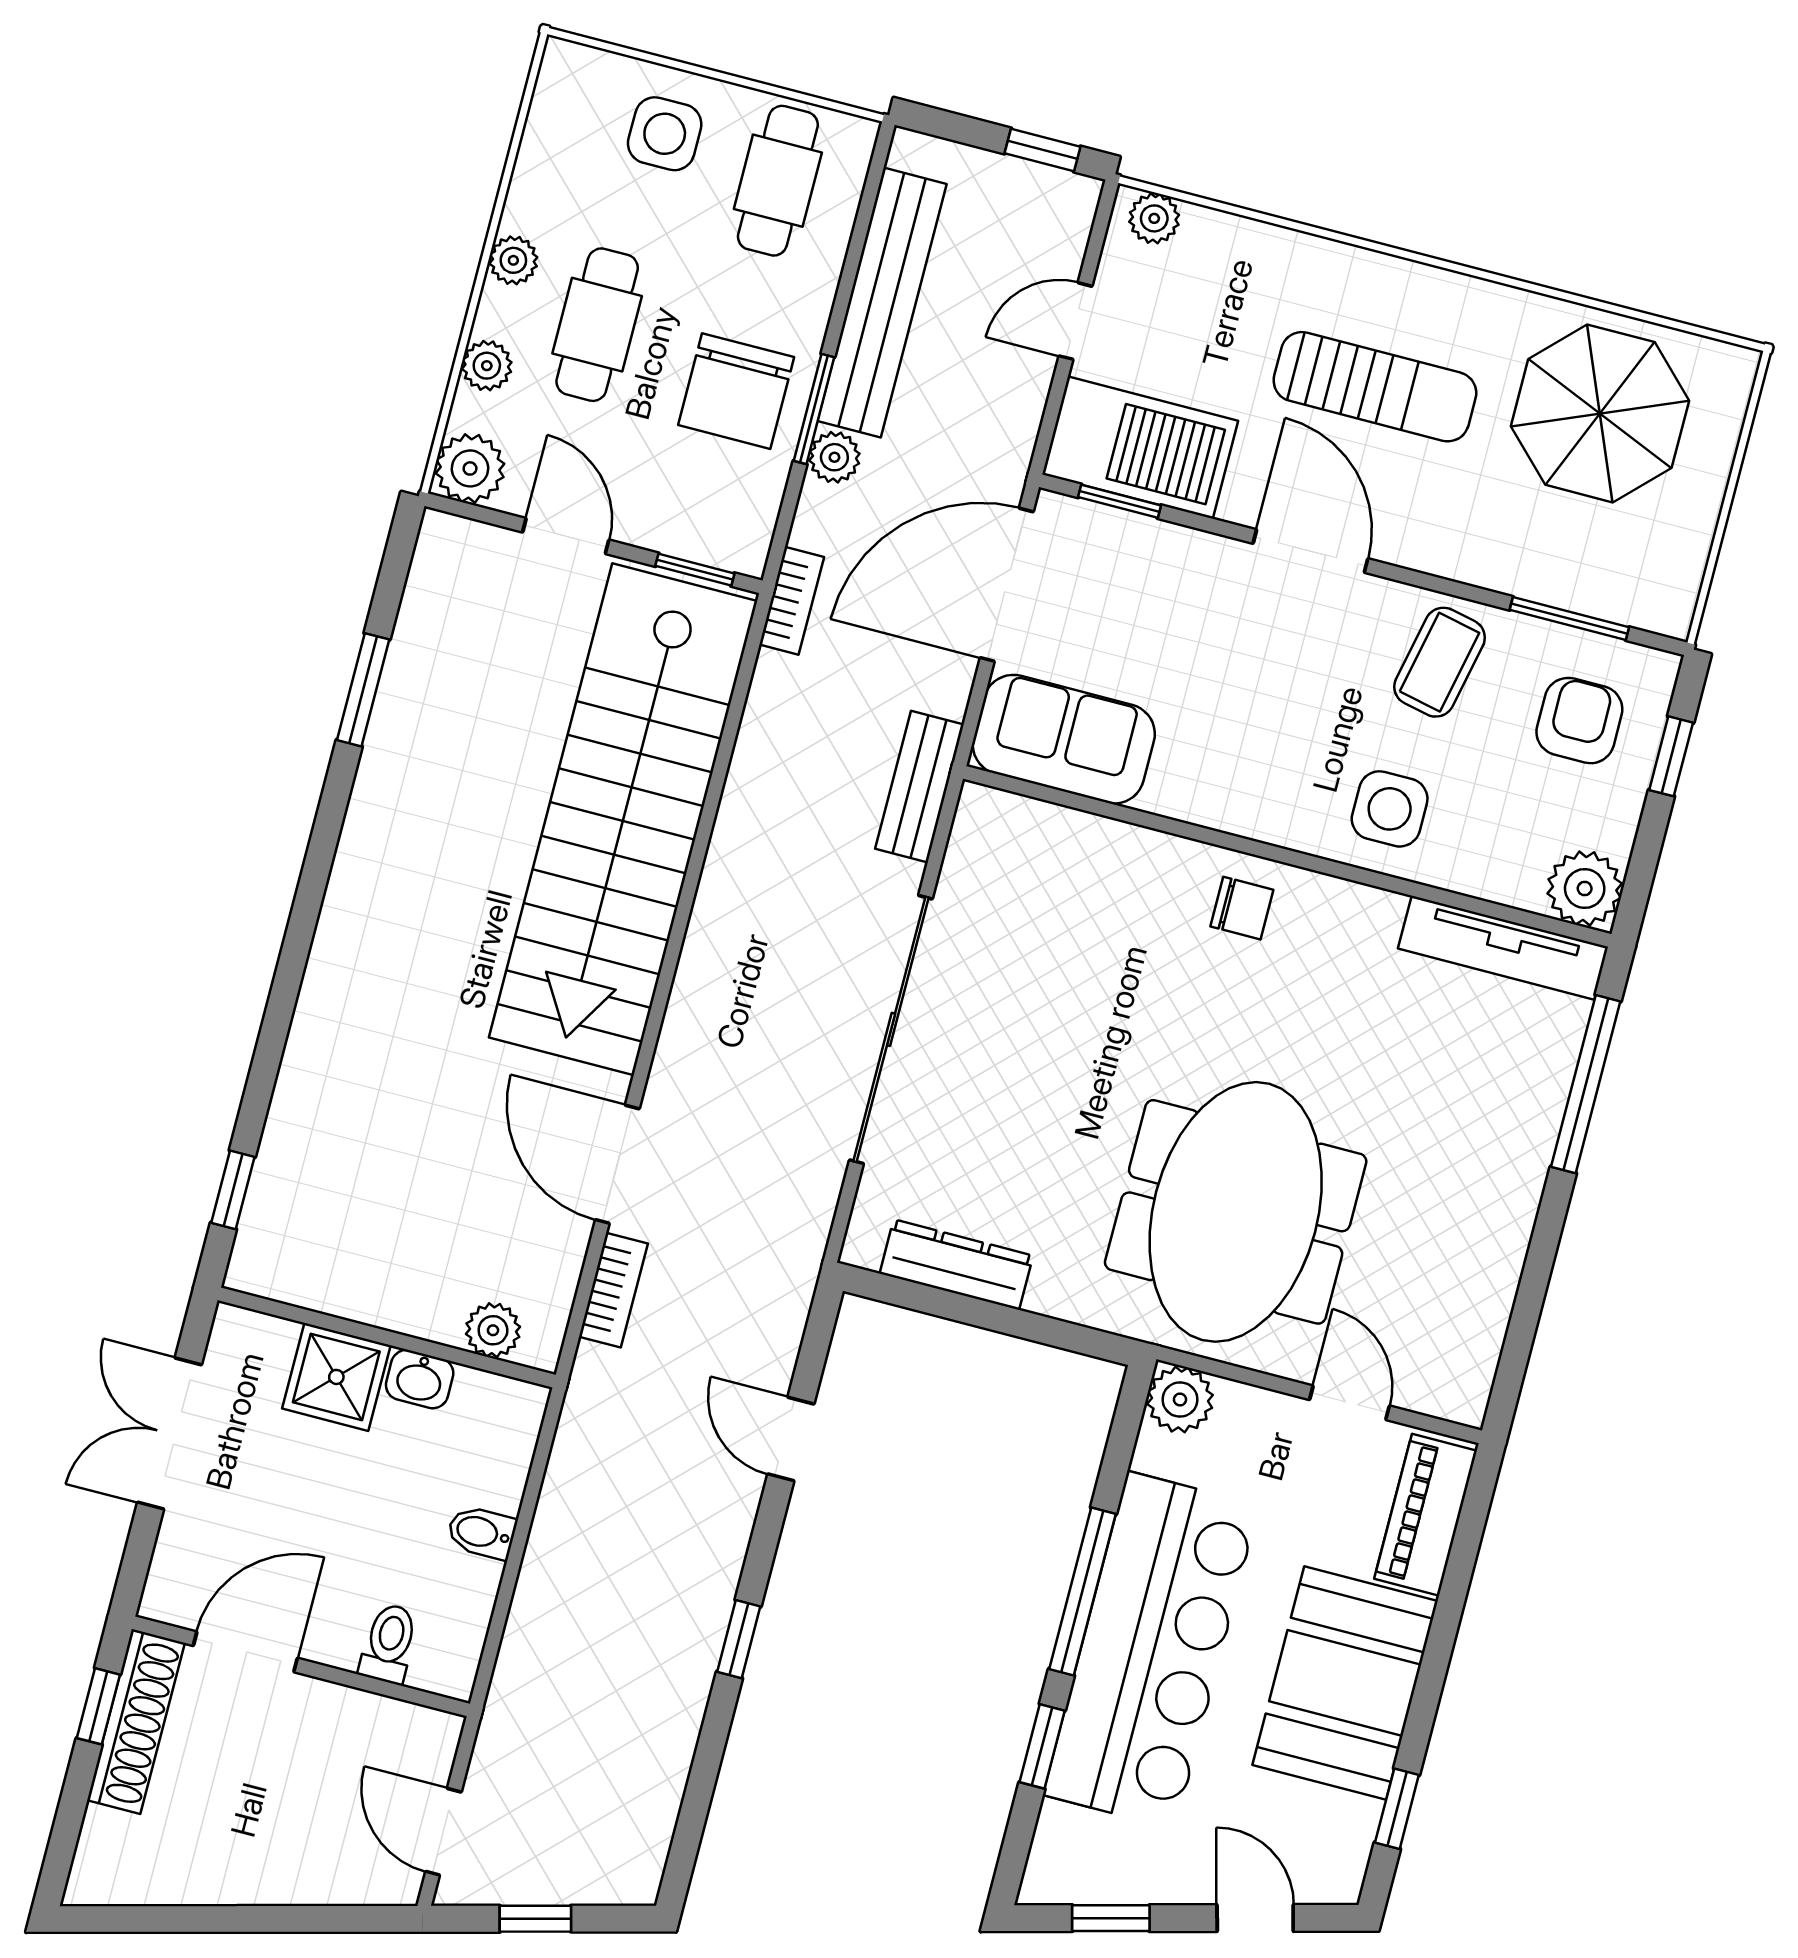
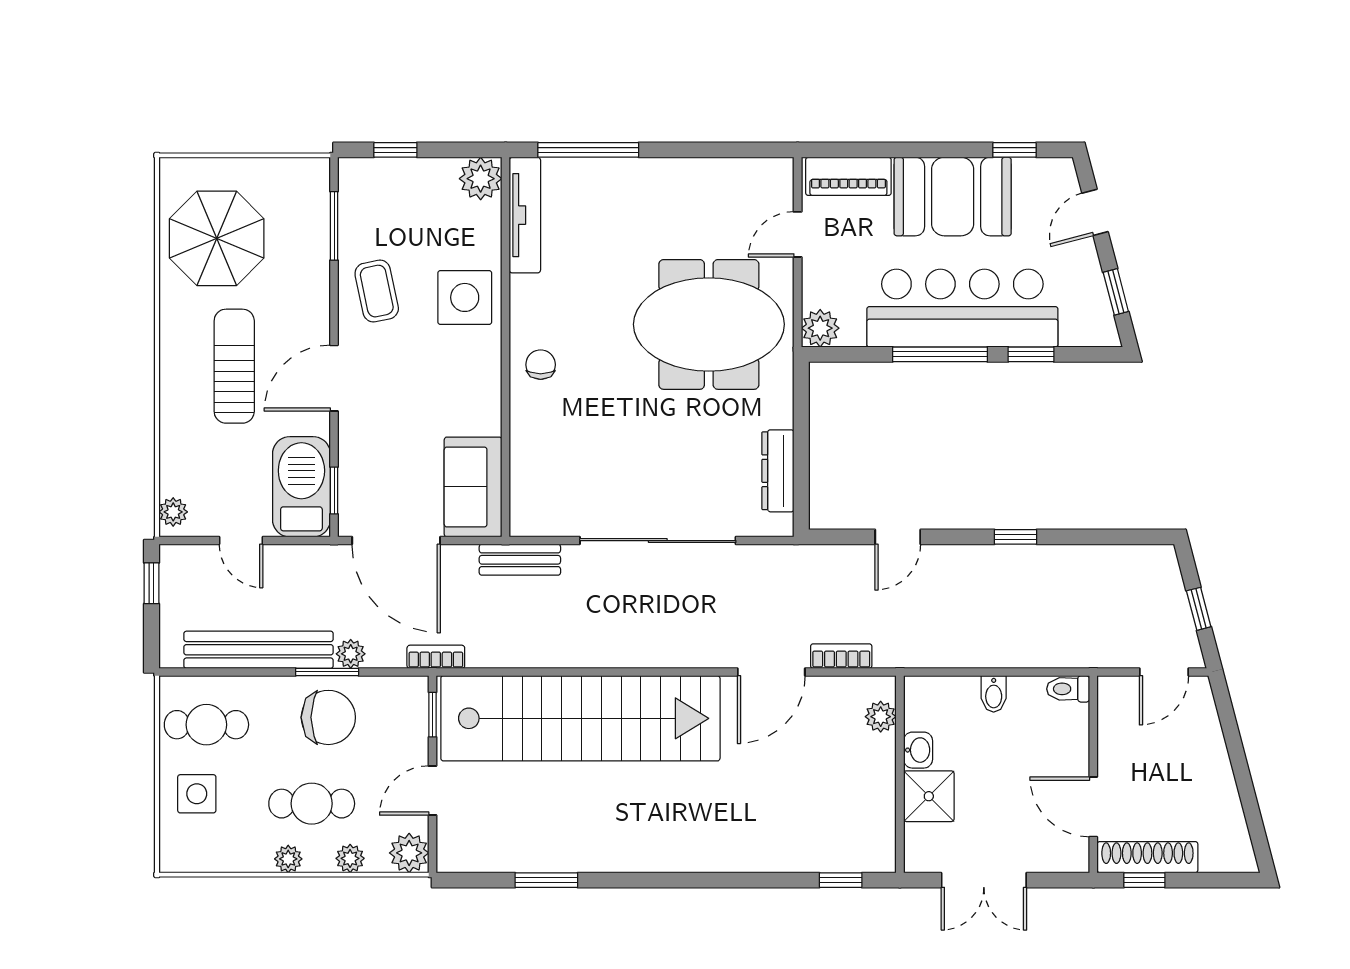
coffee table: (1440, 662) -> (377, 291), turned 66
armchair: (1579, 721) -> (389, 206), removed
side table: (1390, 809) -> (465, 297), width x1.37, depth x1.37
toilet: (389, 1643) -> (1068, 689), moved

